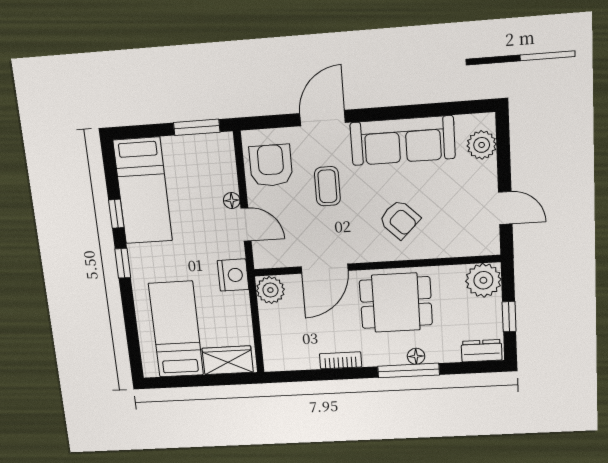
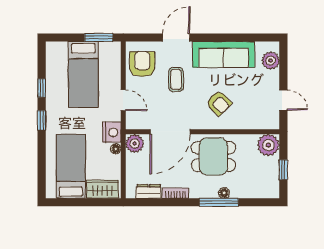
bed: (143, 191) -> (83, 74), moved
floor lamp: (232, 200) -> (116, 149), moved
door: (325, 269) -> (170, 132), width x1.36
dresser: (482, 351) -> (149, 191), moved

